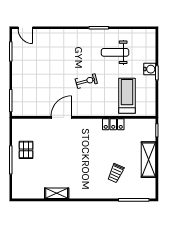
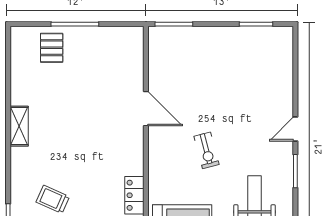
door: (25, 28) -> (295, 129), moved
pallet: (26, 150) -> (52, 48), moved, turned 90
shelving: (57, 193) -> (19, 126), moved

